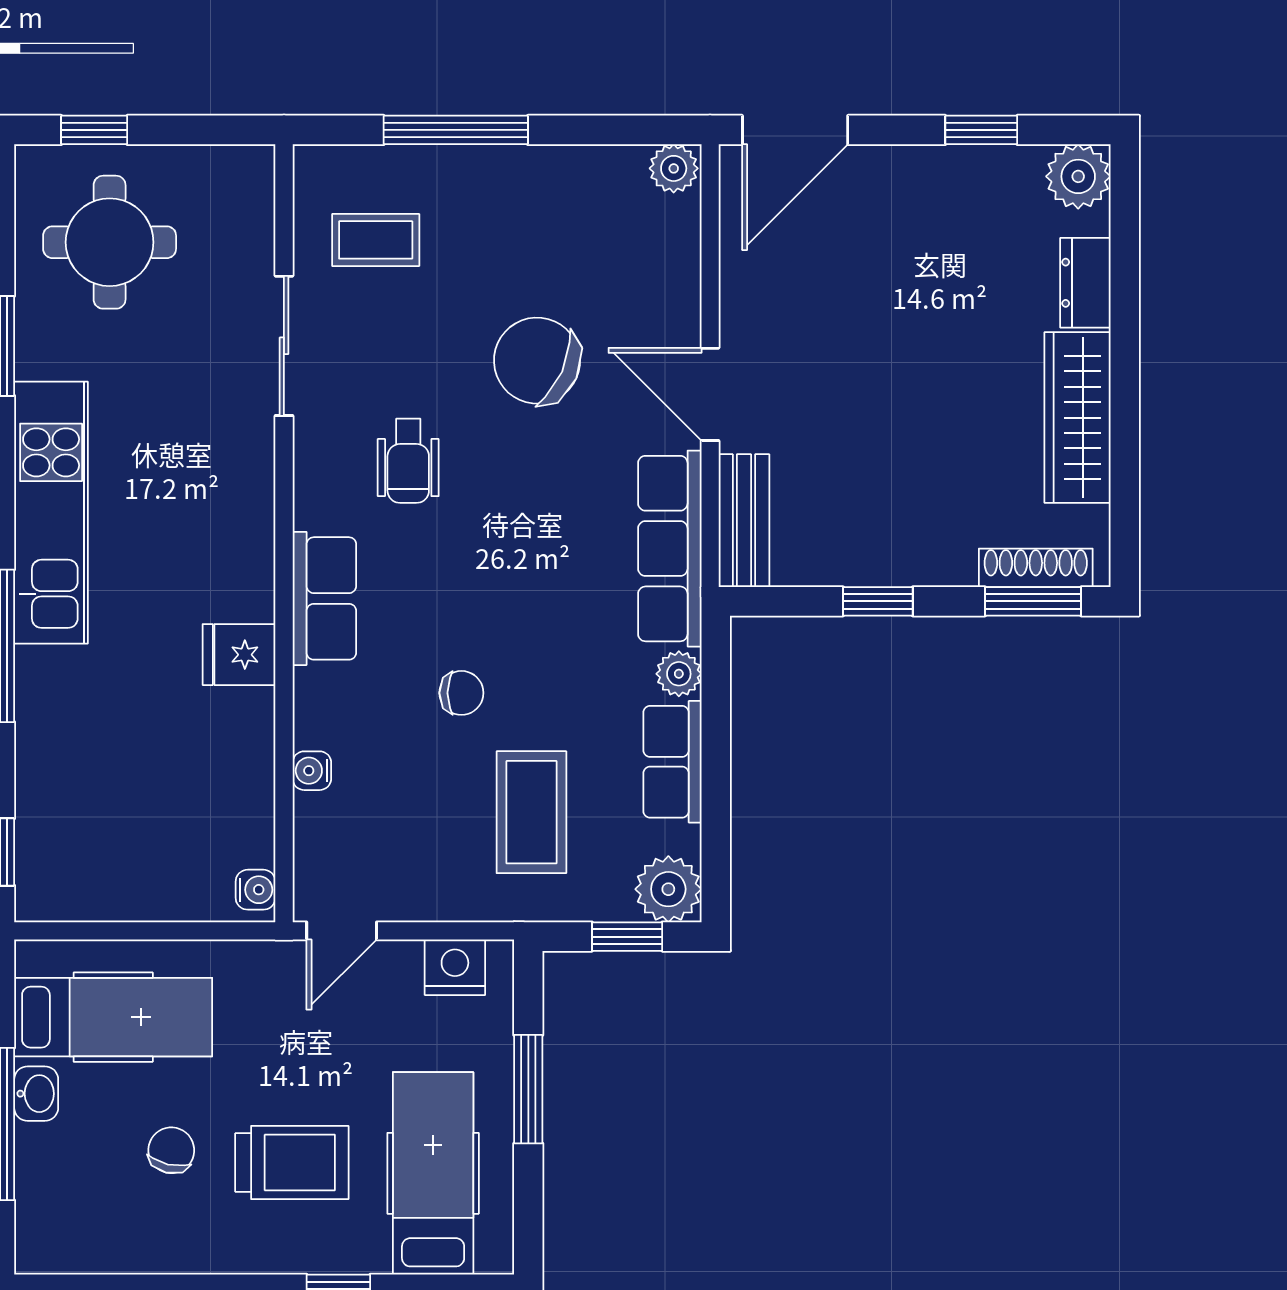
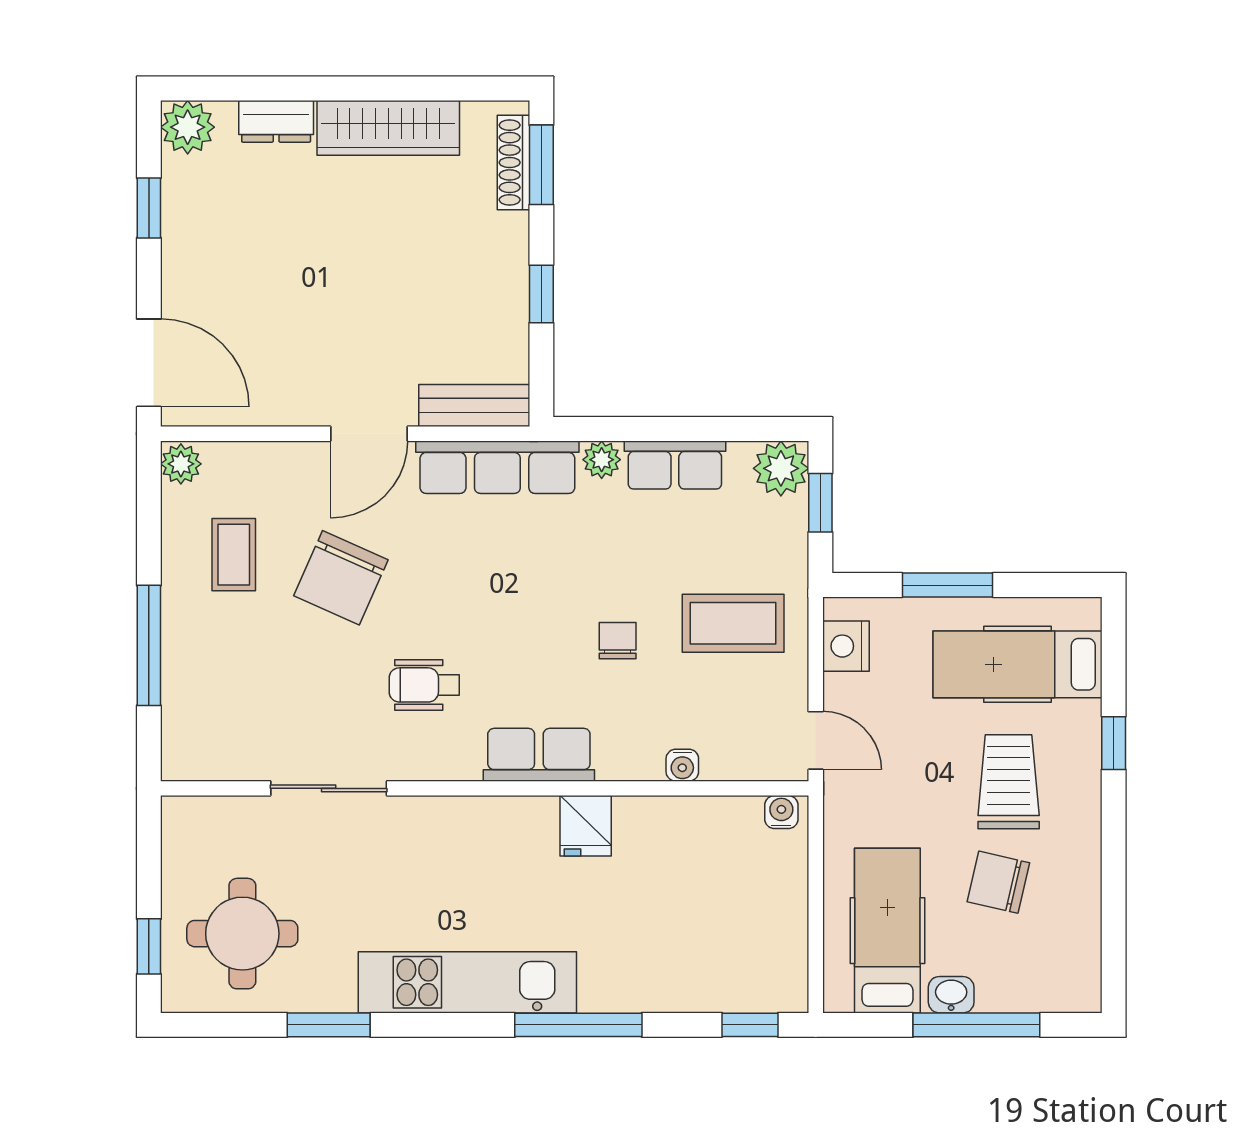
coffee table: (376, 240) -> (234, 555), moved
wheelchair: (408, 461) -> (424, 685), turned 180
coffee table: (531, 812) -> (733, 623), moved
chair: (171, 1150) -> (998, 882), width x1.37, depth x1.37

